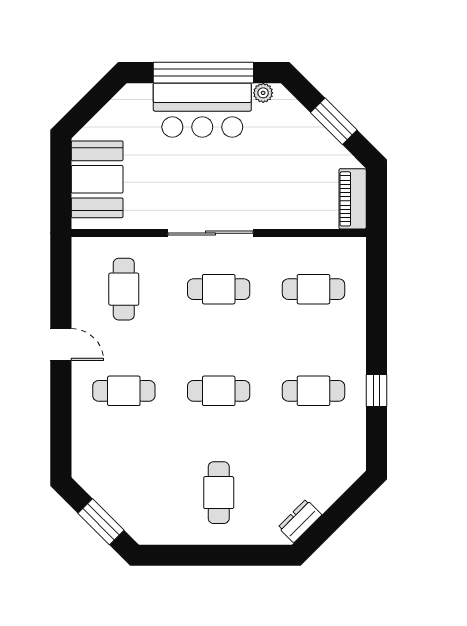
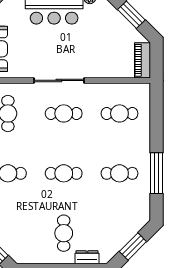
window: (377, 391) -> (157, 173), width x2.17
window: (336, 515) -> (133, 246), added
dresser: (300, 521) -> (87, 257), moved, turned 45

